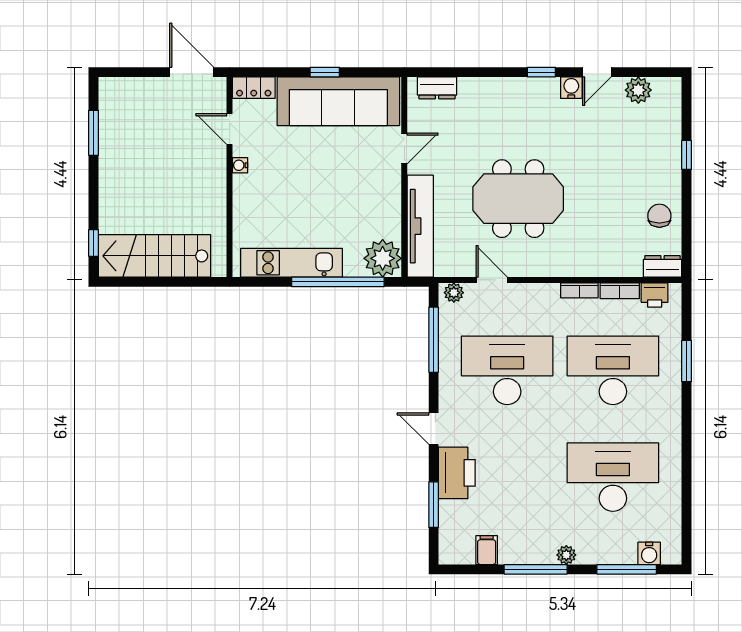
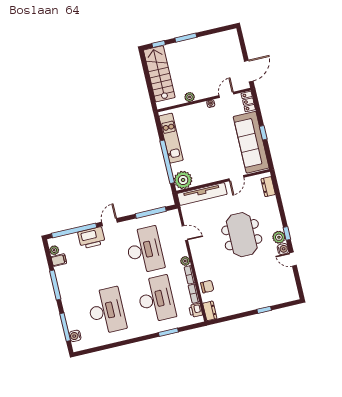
plant: (638, 90) -> (279, 237), moved
window: (93, 133) -> (186, 38), moved
door: (404, 148) -> (236, 178), hinge flipped
meeting table: (518, 199) -> (242, 235), moved
plant: (217, 205) -> (190, 97), added
chair: (659, 216) -> (207, 287), moved
door: (492, 280) -> (185, 233), hinge flipped
plant: (454, 293) -> (185, 261), moved
window: (434, 505) -> (74, 230), width x2.11
plant: (566, 555) -> (54, 250), moved

